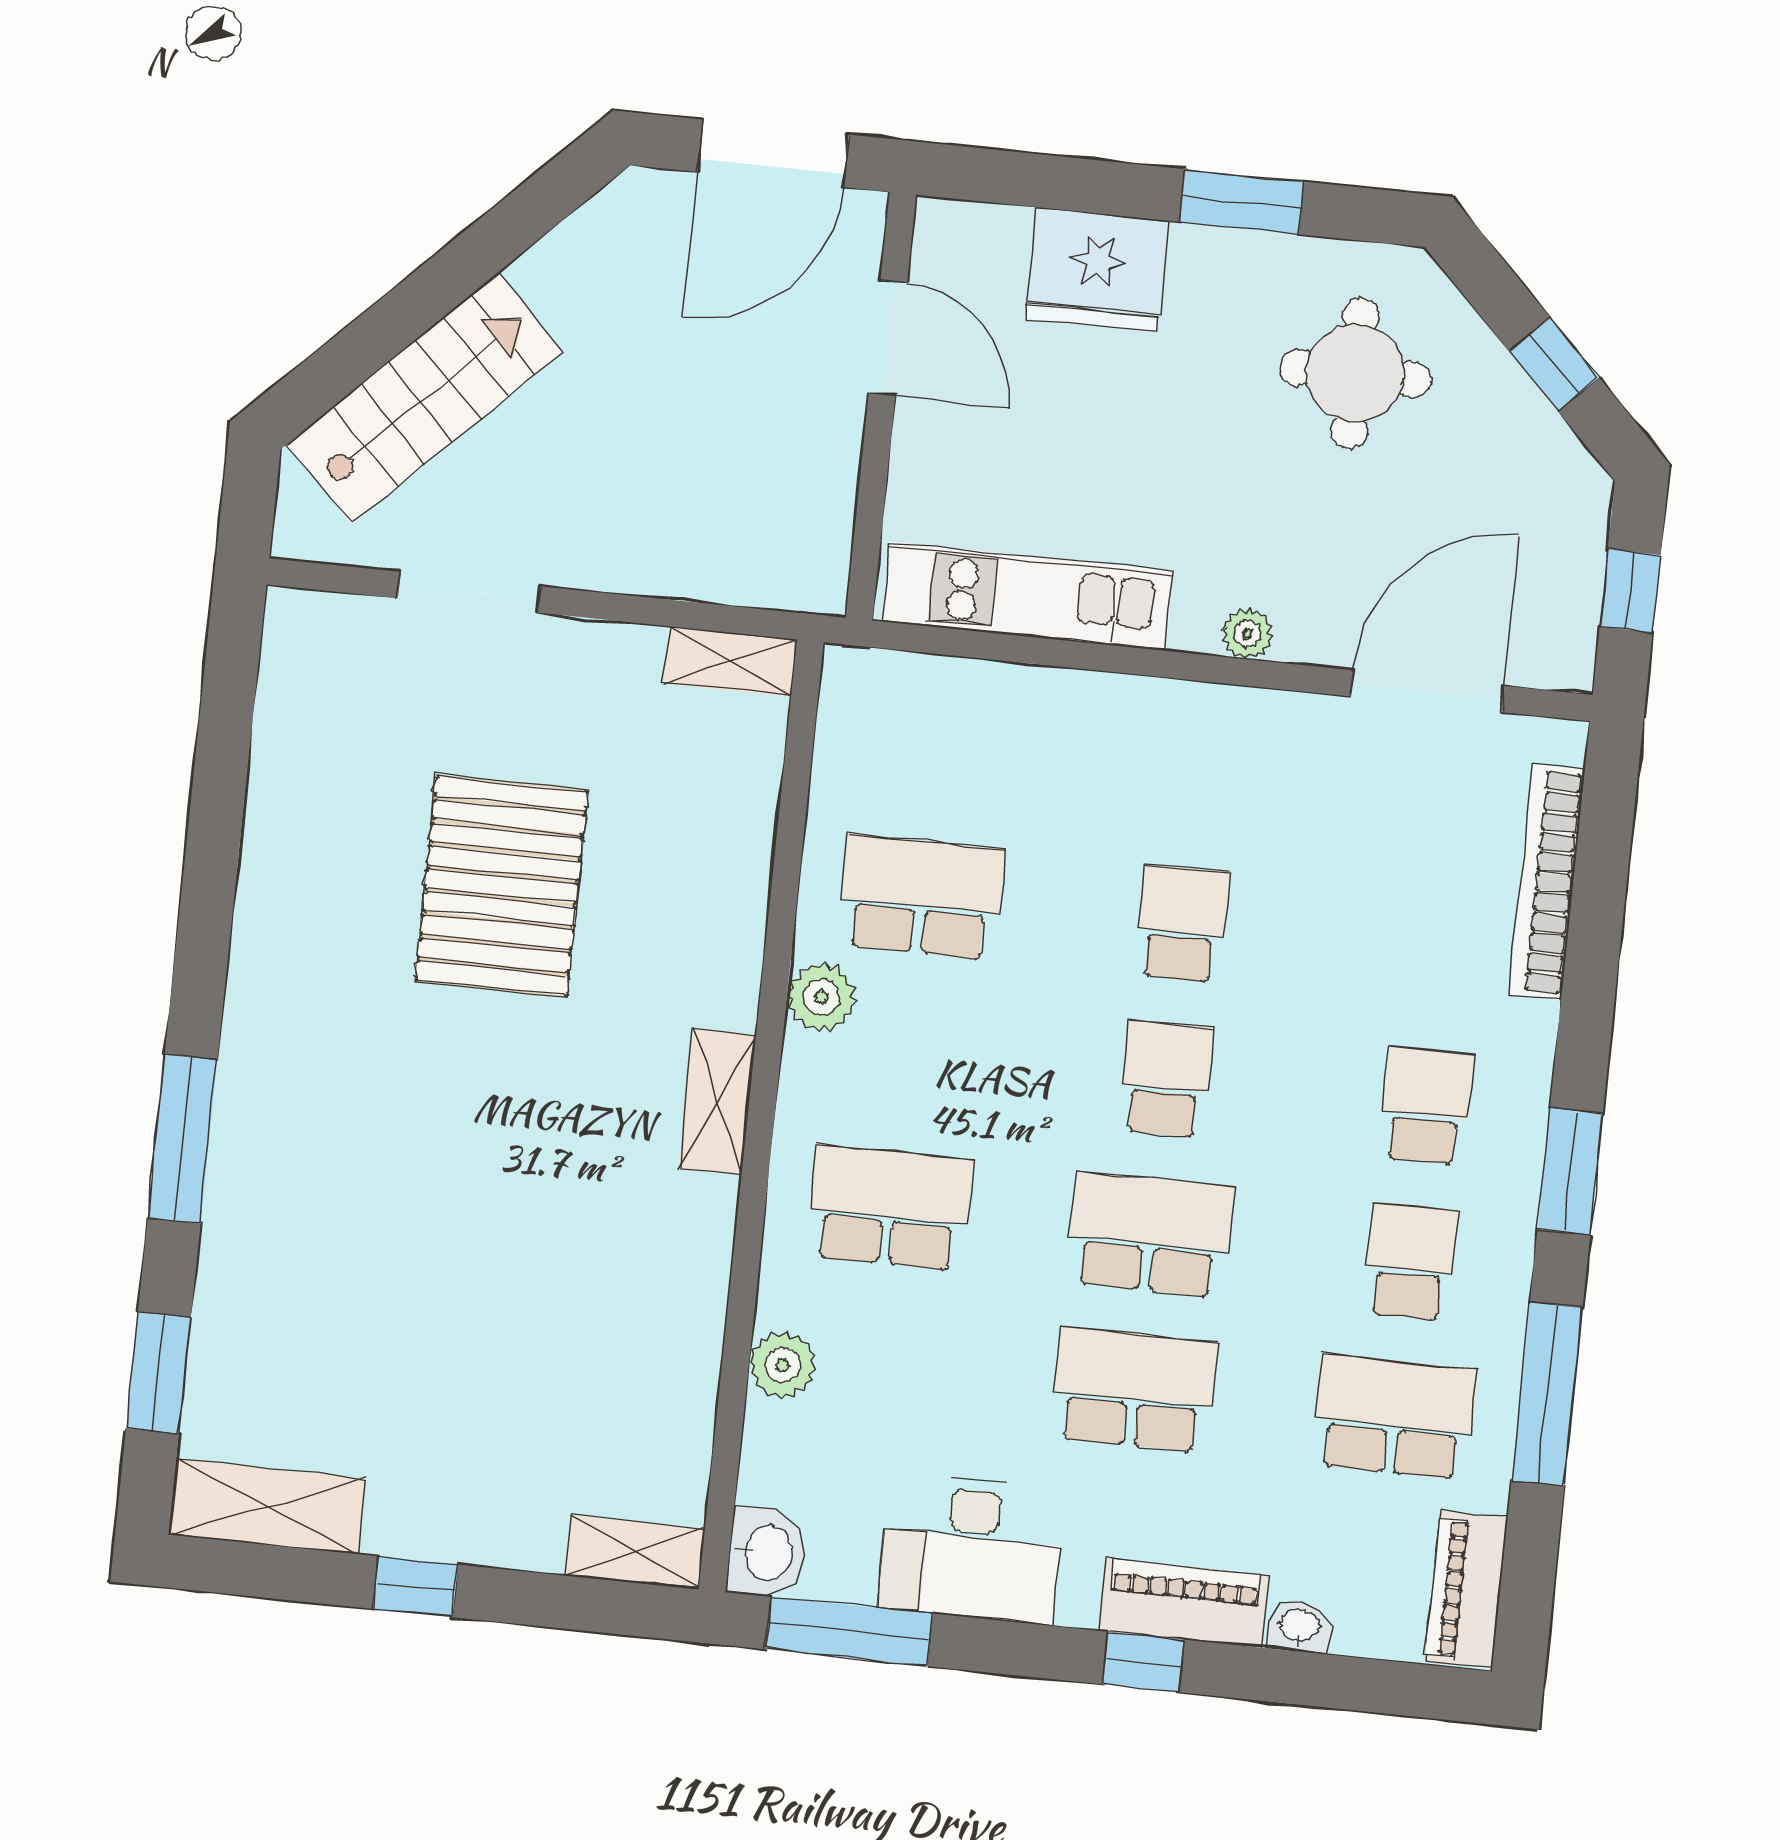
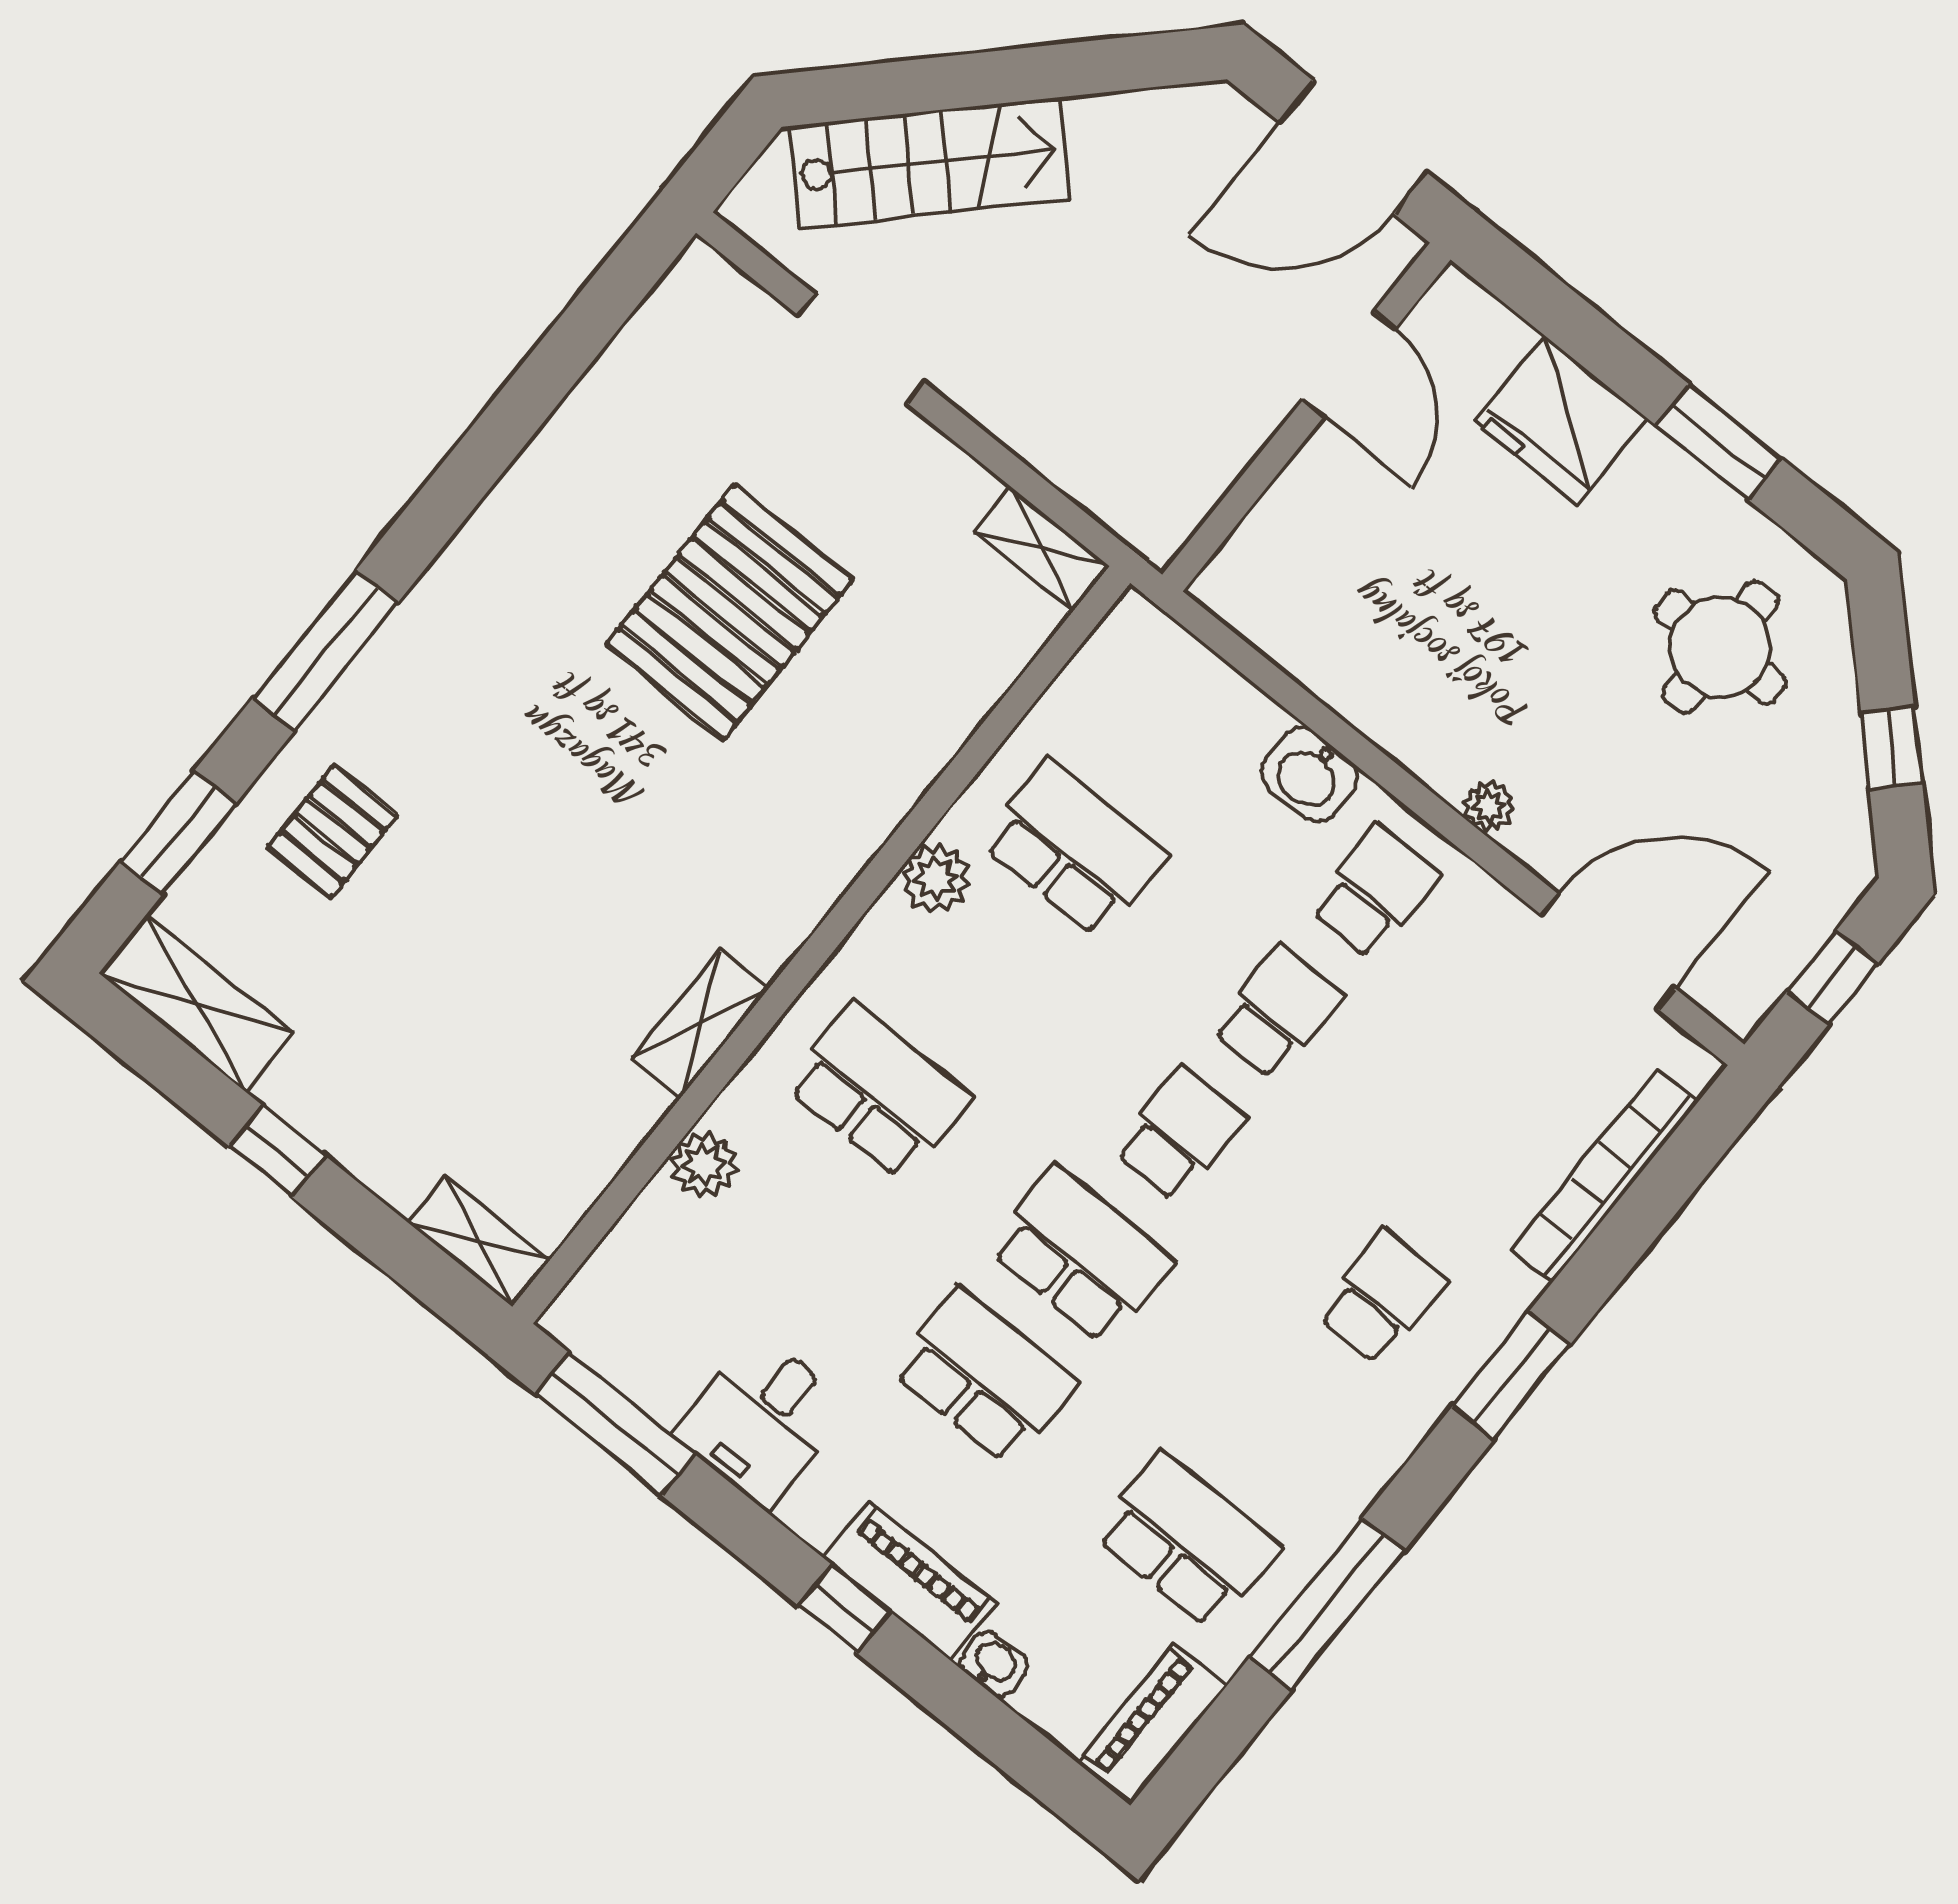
kitchen unit: (1028, 596) -> (1326, 656), removed
shelving: (718, 1102) -> (701, 1024), moved
window: (1570, 1171) -> (1511, 1375), moved
school desk: (1410, 1261) -> (1375, 892), moved
pallet: (287, 1287) -> (332, 831), added
desk: (971, 1548) -> (762, 1420), width x0.73
washbasin: (766, 1553) -> (1309, 775), moved, turned 90

